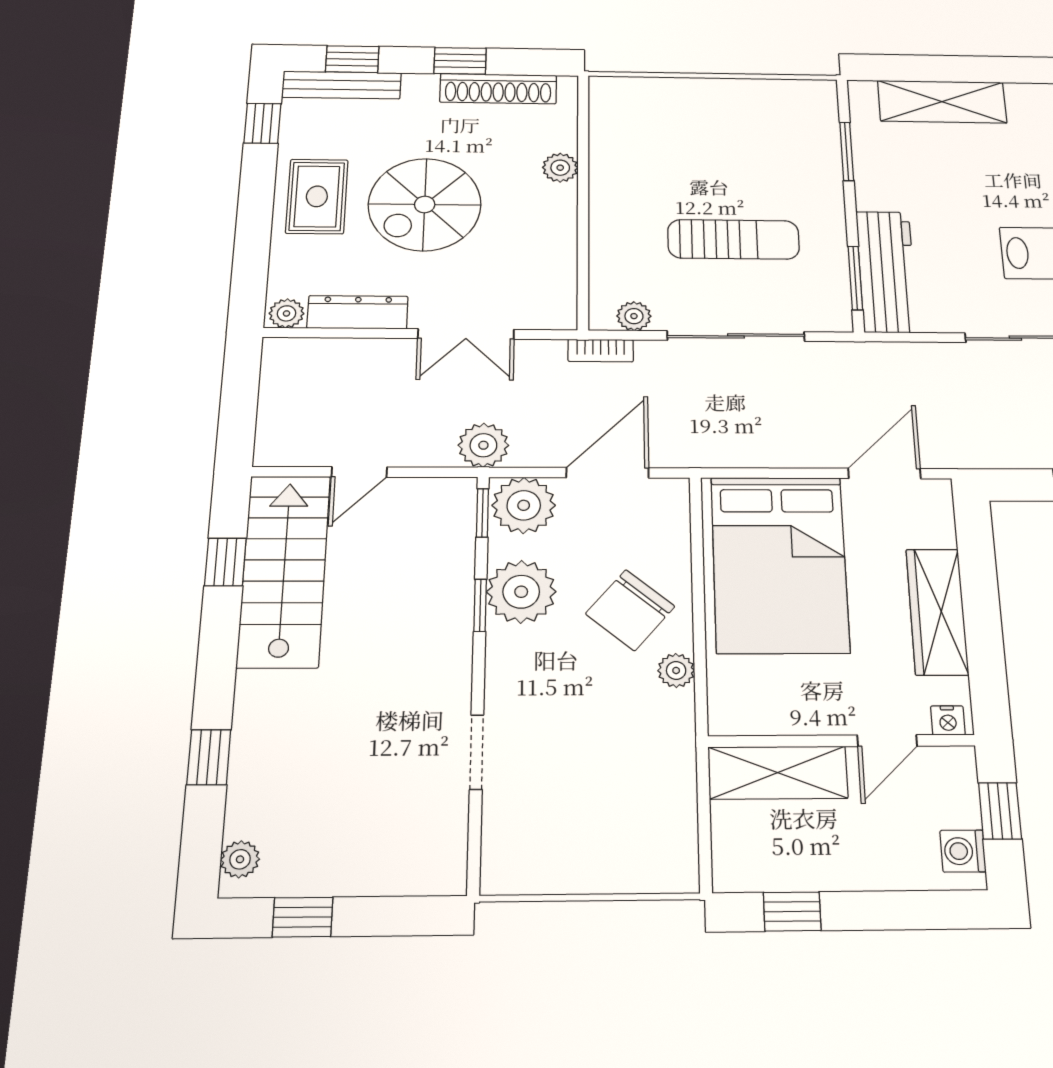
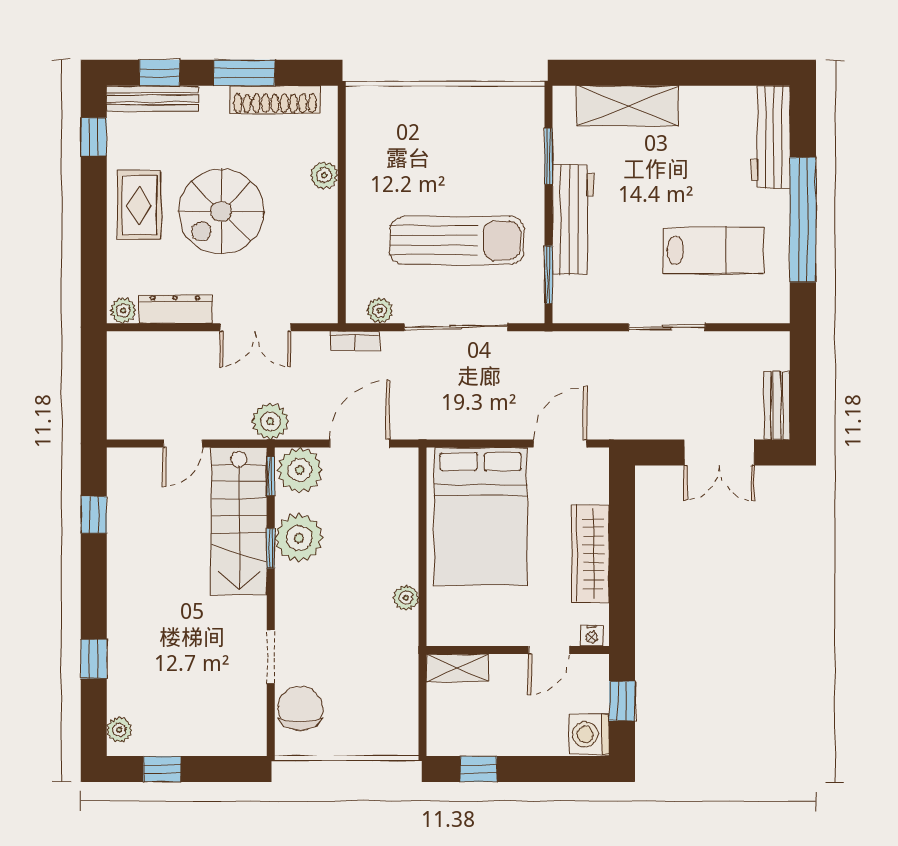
window: (460, 61) -> (244, 73), width x1.50
sun lounger: (733, 239) -> (457, 240), width x1.36, depth x1.34
workbench: (887, 272) -> (573, 220), moved
stairs: (284, 570) -> (239, 521), moved, turned 180
chair: (630, 610) -> (300, 708), moved, turned 140
shelving: (778, 773) -> (457, 668), width x0.67, depth x0.75
washing machine: (963, 851) -> (589, 734), width x1.38, depth x1.38

